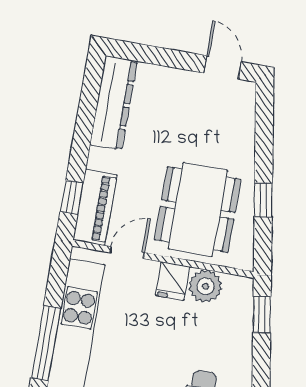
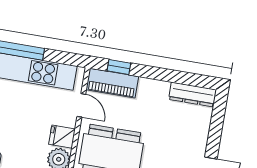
dresser: (113, 103) -> (192, 94), width x0.73, depth x0.80

